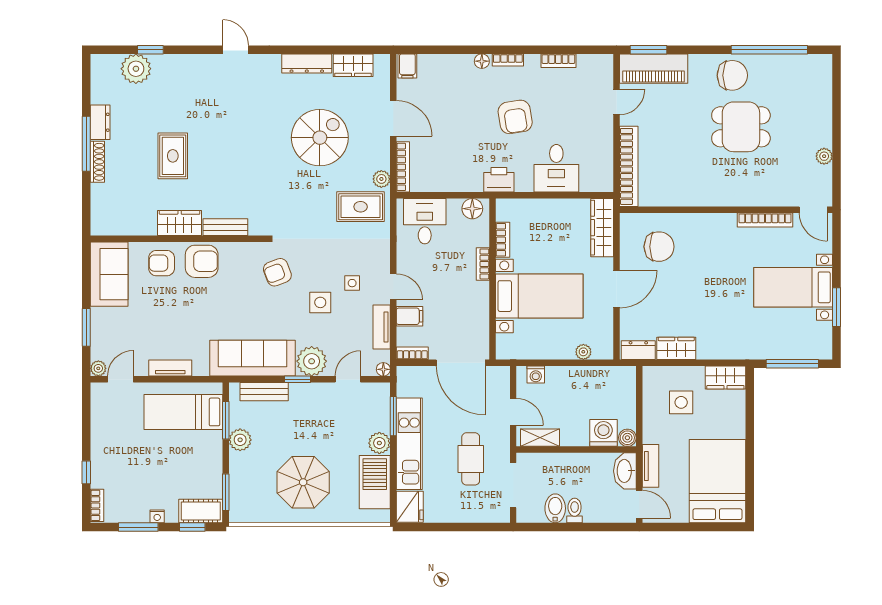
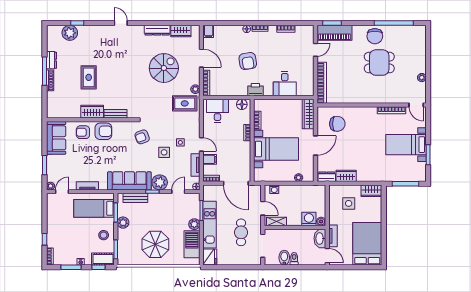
chair: (732, 75) -> (375, 36), turned 90
armchair: (515, 117) -> (248, 61), moved
stool: (202, 464) -> (104, 235), added

